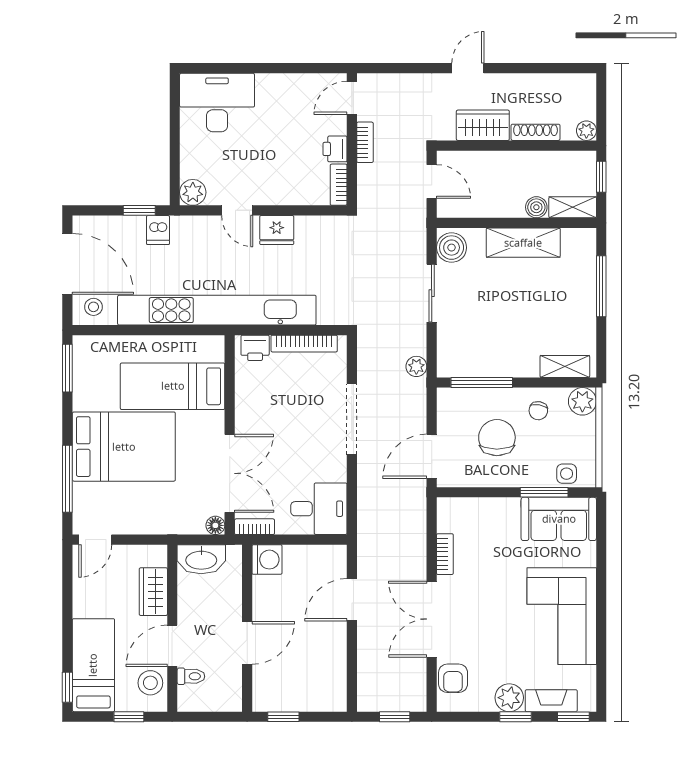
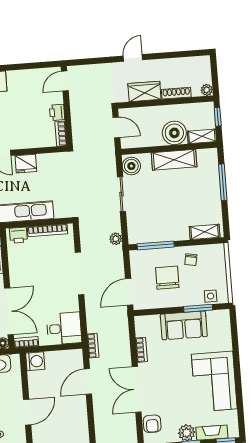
bookcase: (365, 142) -> (93, 346), moved
boiler: (536, 207) -> (174, 133), width x1.86, depth x1.86
plant: (582, 401) -> (217, 252), removed
sofa: (559, 519) -> (184, 325), moved

